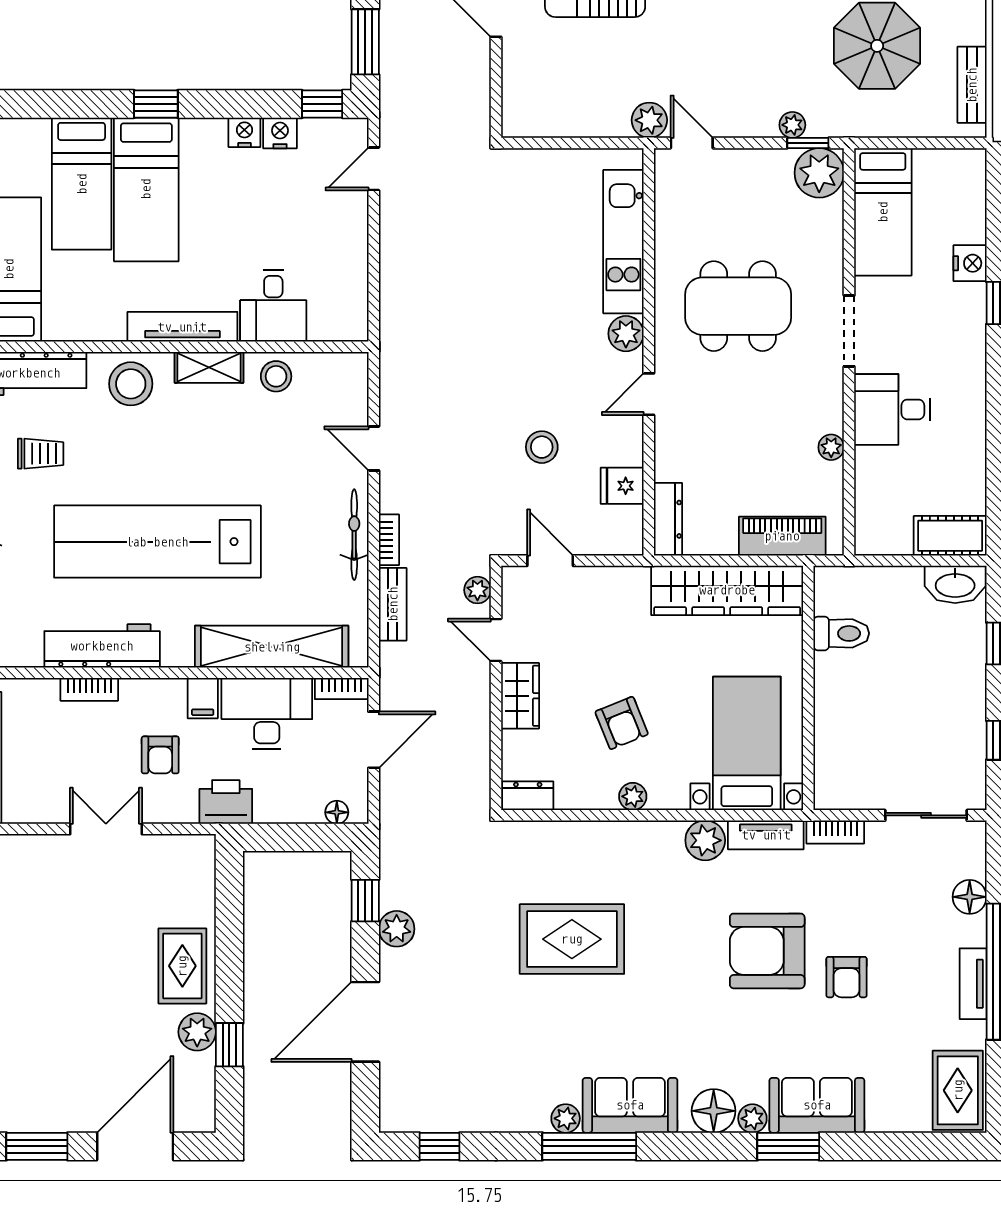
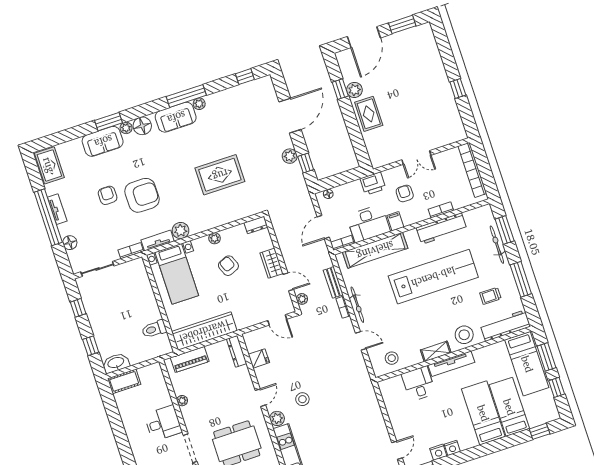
window: (156, 104) -> (540, 431), moved
stool: (276, 376) -> (392, 358), moved
stool: (542, 447) -> (302, 399), moved

